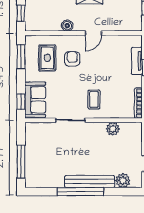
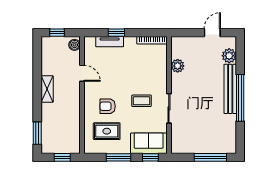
boiler: (67, 26) -> (74, 45), moved
door: (94, 33) -> (82, 73), moved
window: (21, 57) -> (119, 157), moved
coffee table: (94, 99) -> (142, 101), moved

